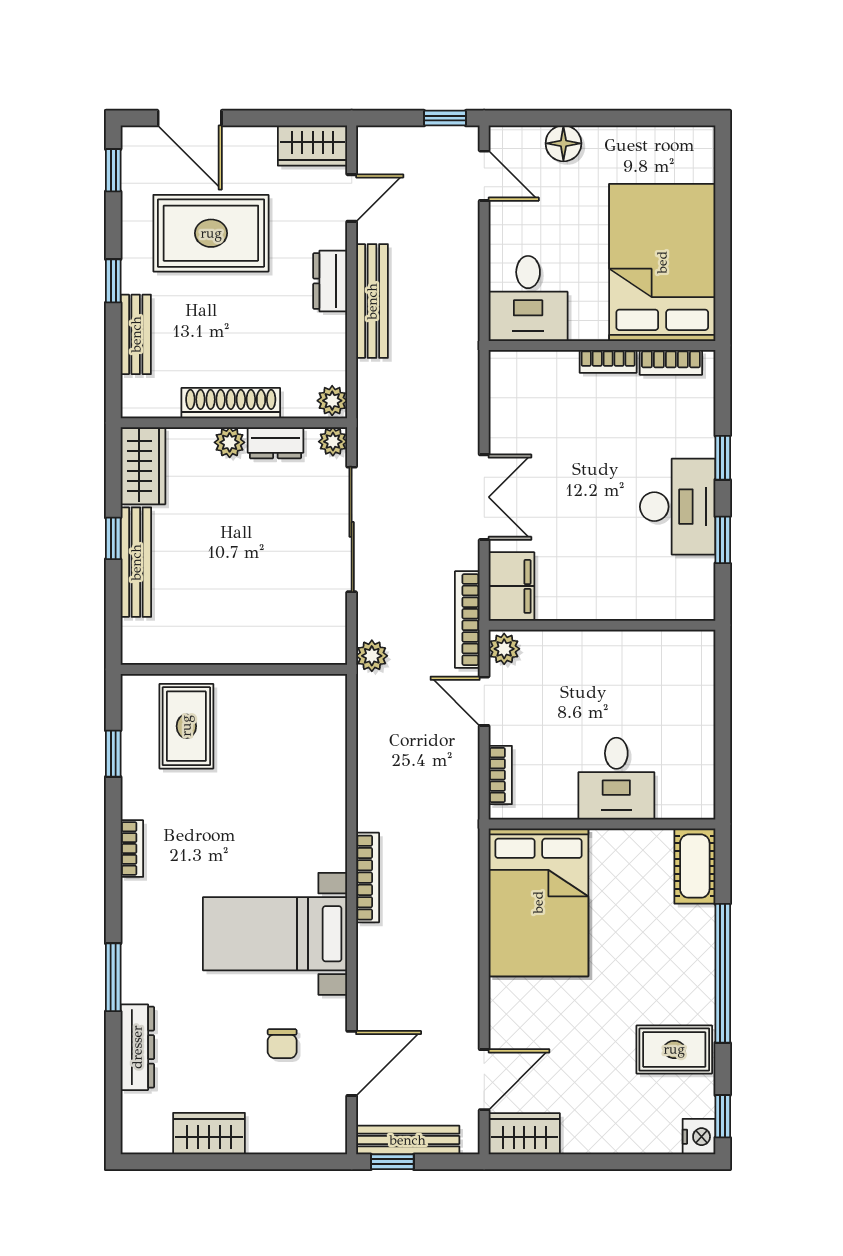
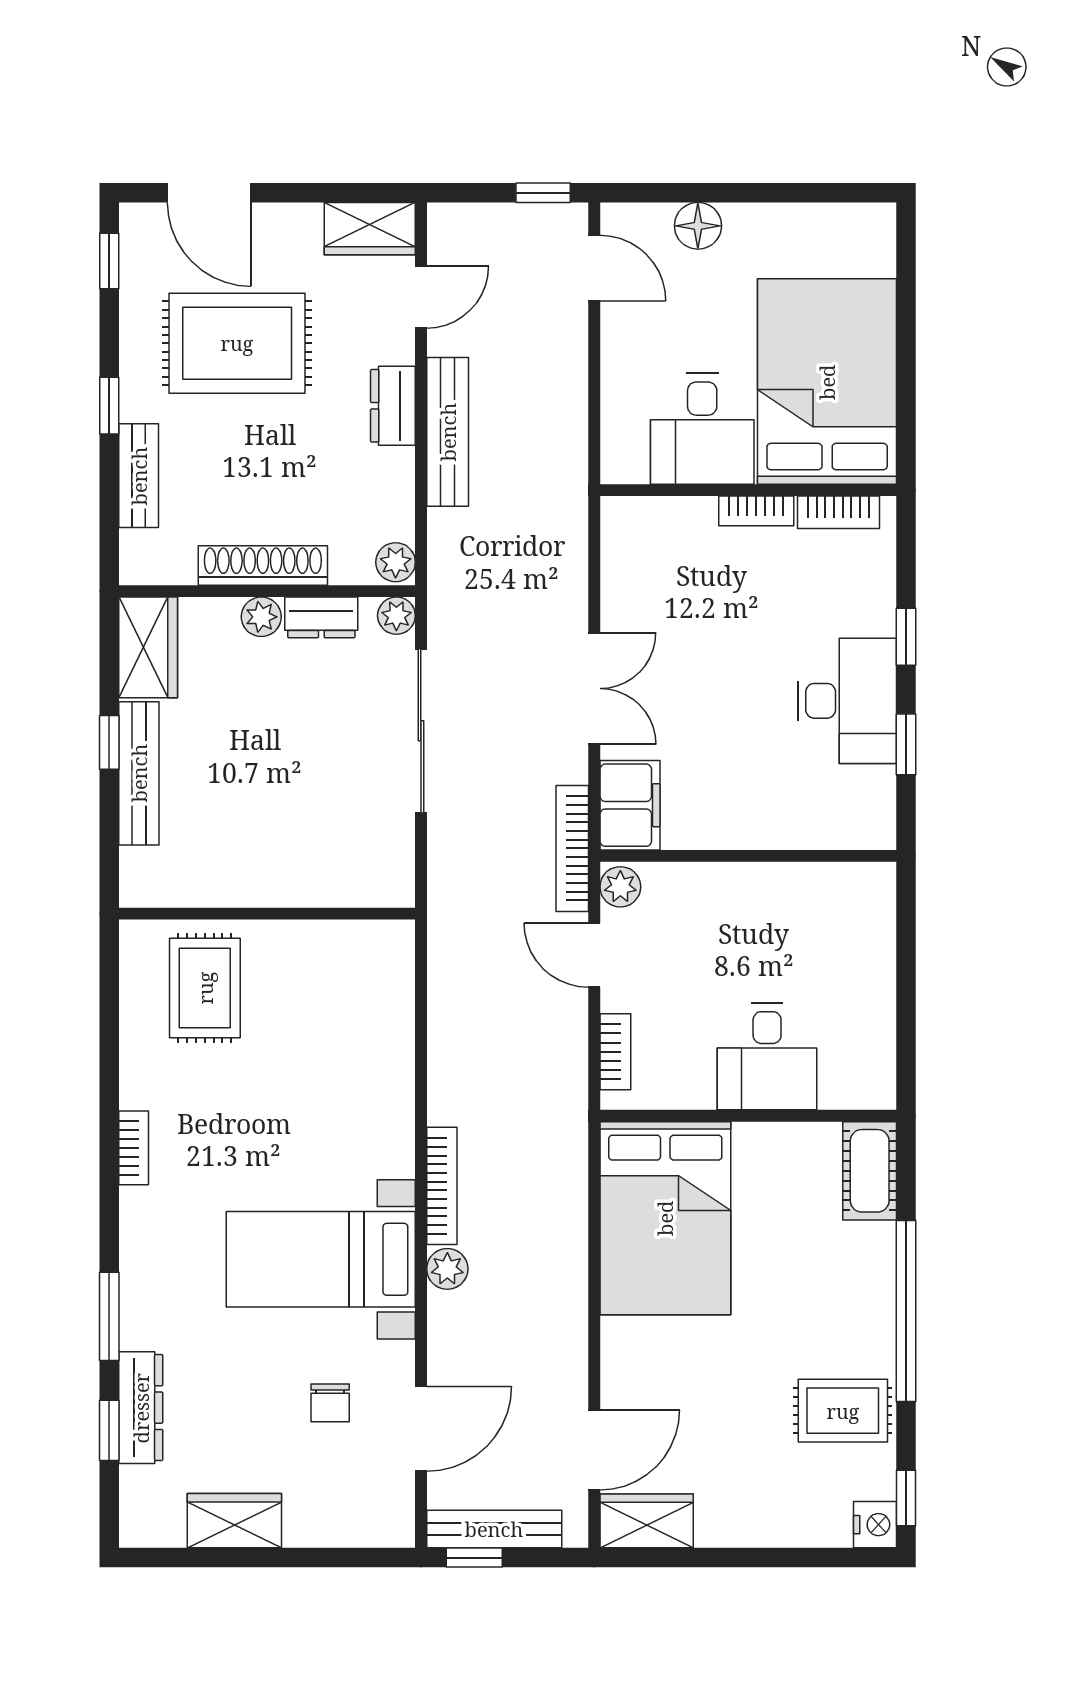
desk: (528, 298) -> (702, 429), moved
plant: (372, 656) -> (447, 1269), moved
window: (113, 754) -> (109, 1430), moved

